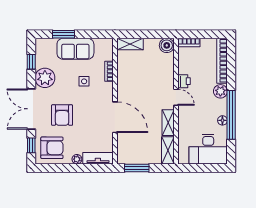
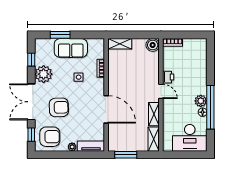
bookcase: (222, 61) -> (202, 59), removed
plant: (220, 91) -> (201, 101), moved
armchair: (62, 115) -> (59, 107), turned -92

